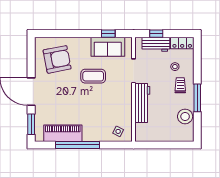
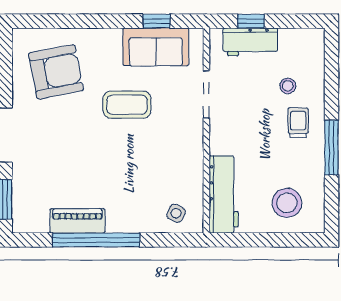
locker: (182, 43) -> (302, 39), removed
workbench: (142, 103) -> (224, 194), moved
stool: (185, 116) -> (287, 203), moved
piano: (63, 133) -> (77, 221), width x0.73, depth x0.75

